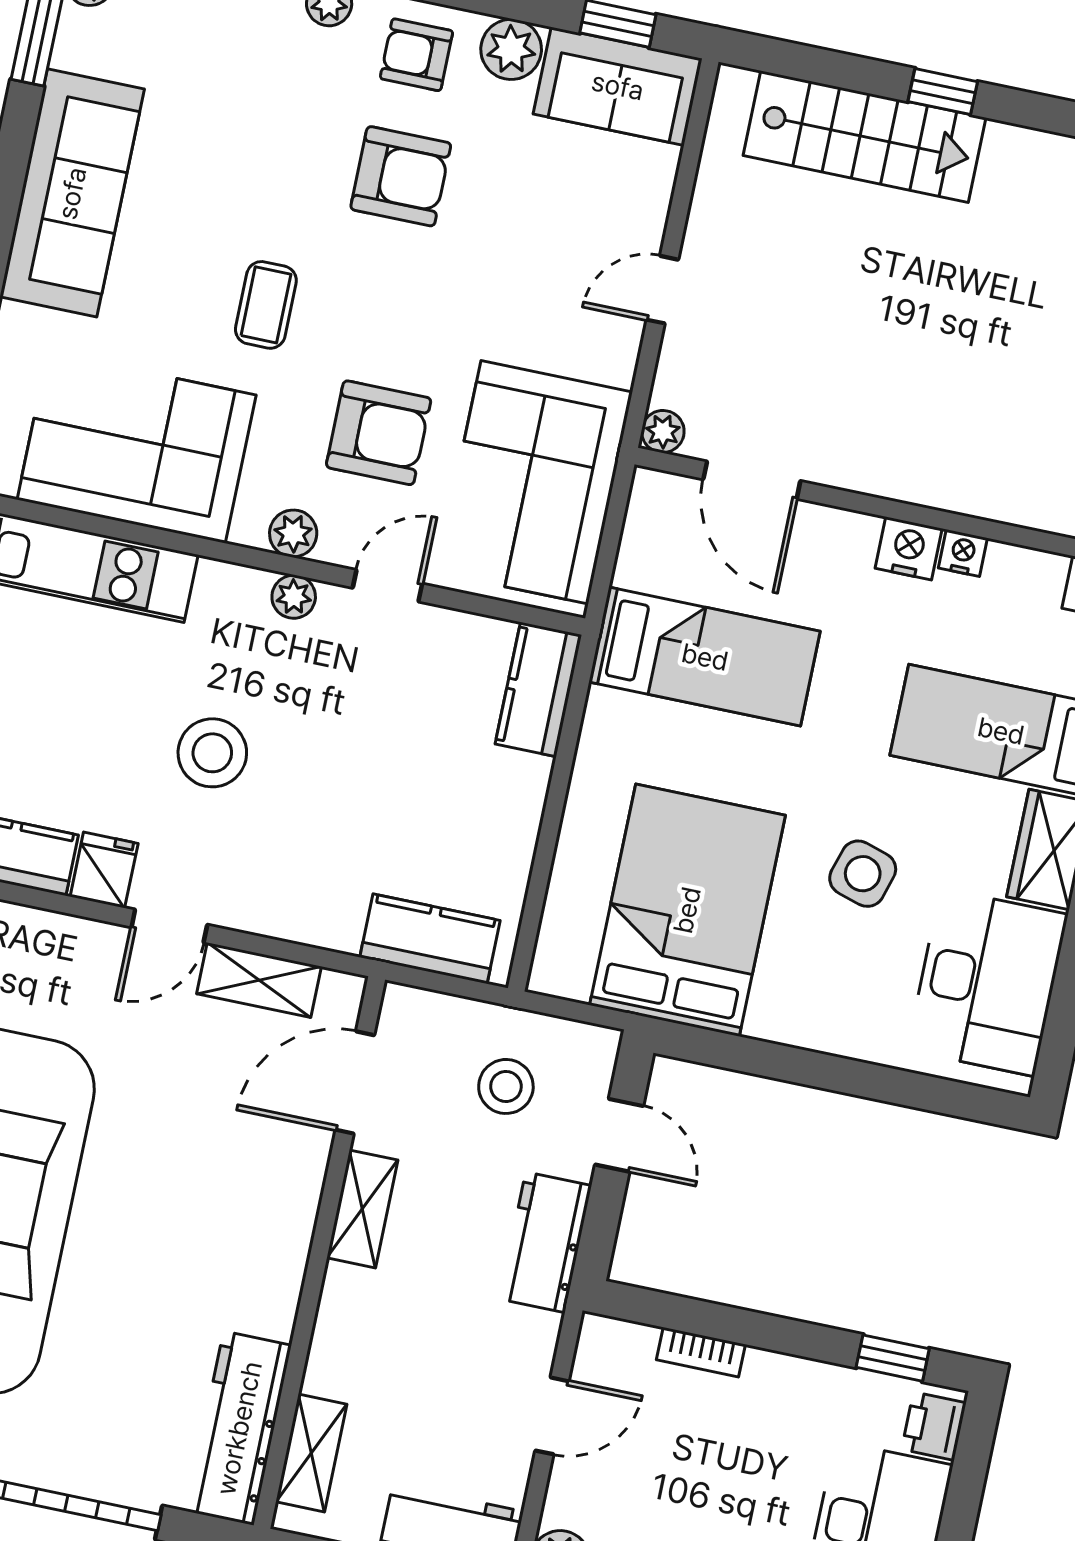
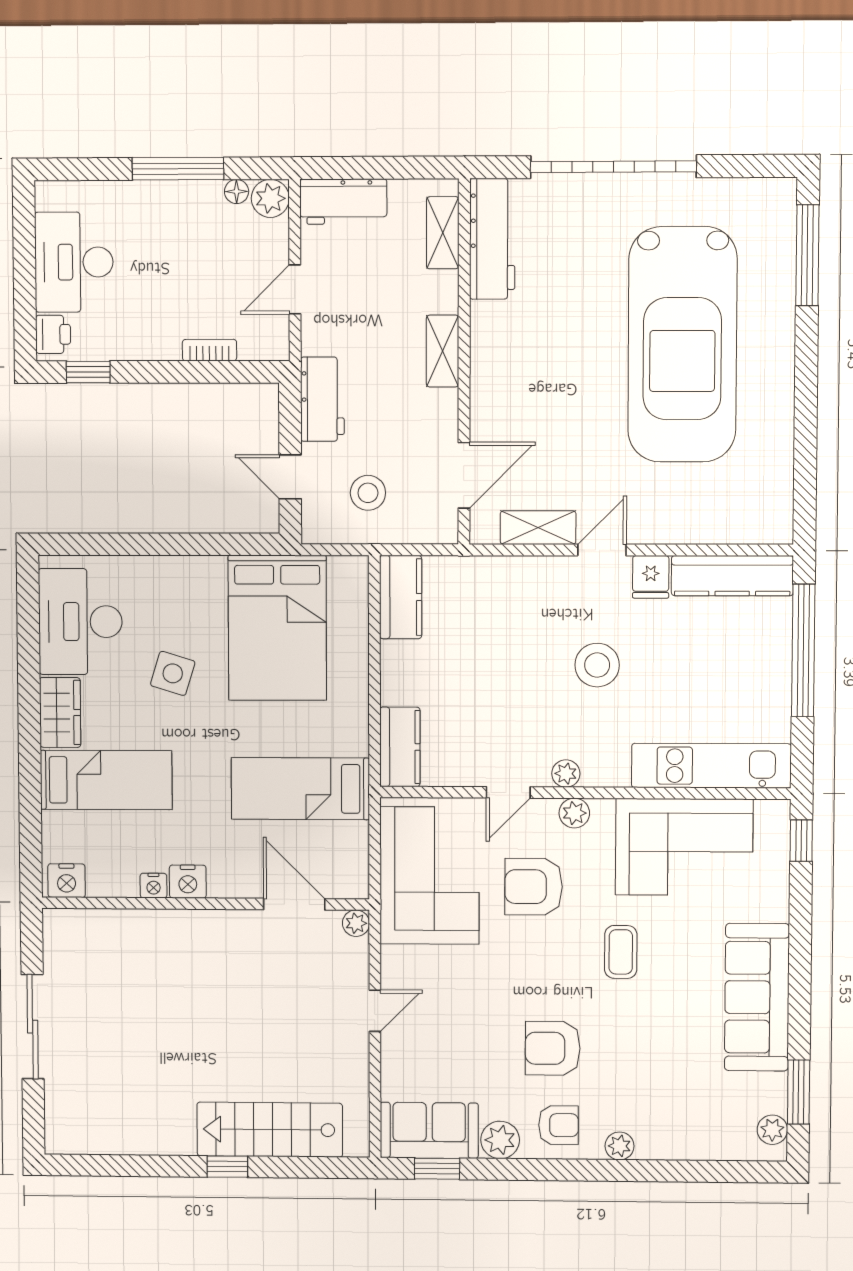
kitchen counter: (430, 939) -> (401, 597), moved, turned -90
shelving: (362, 1209) -> (443, 351), moved

